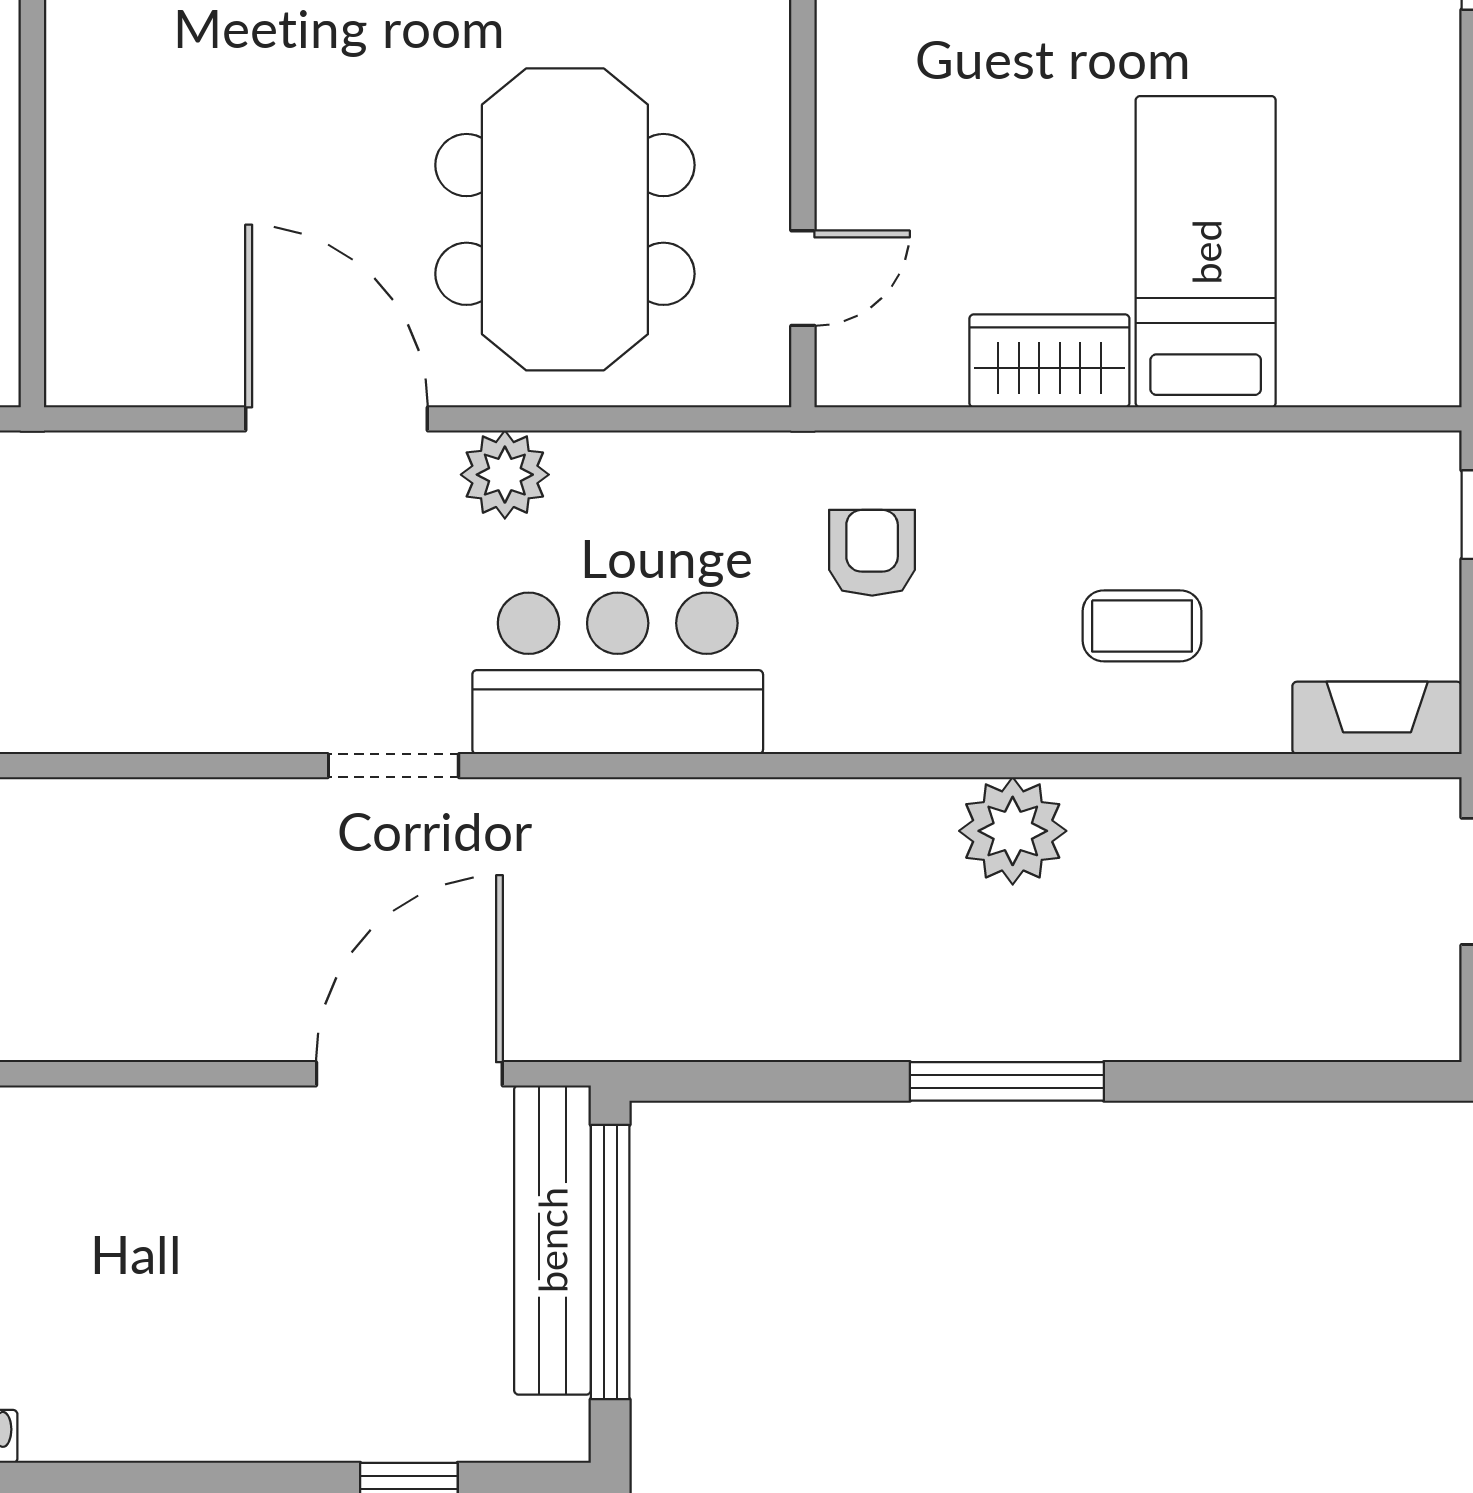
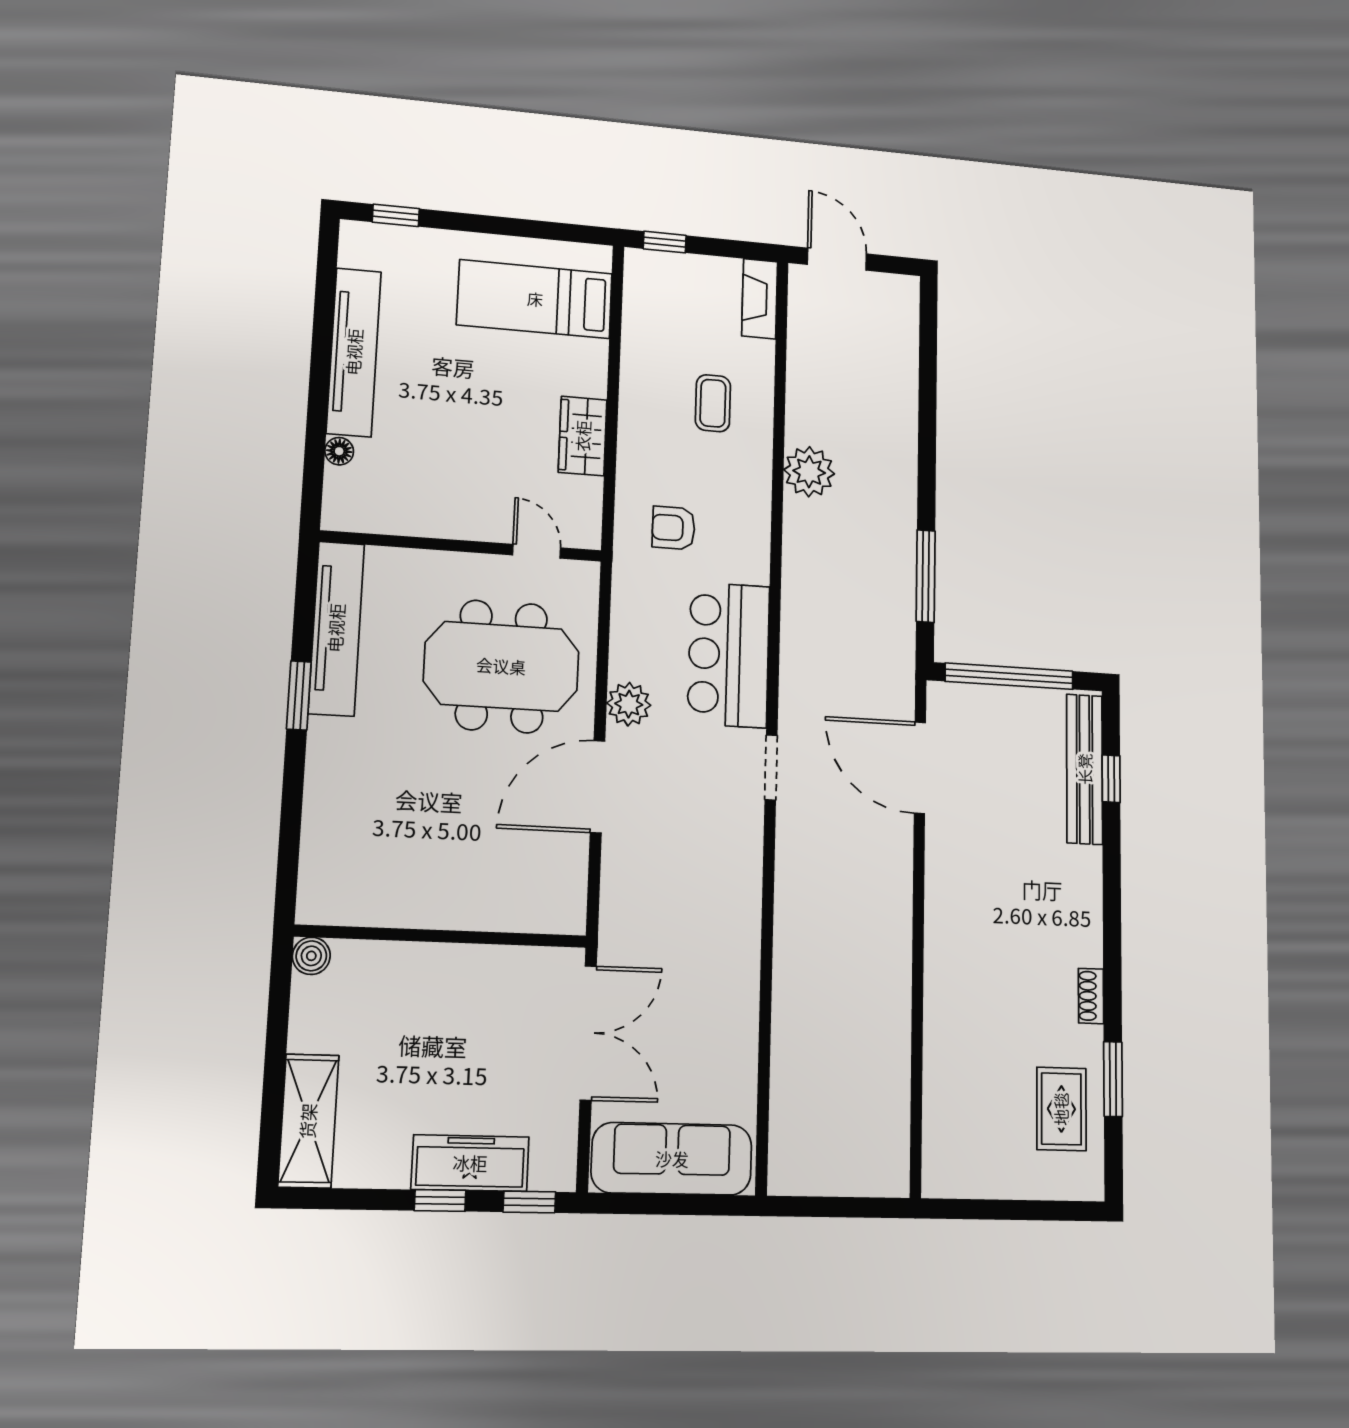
bed: (1206, 252) -> (535, 299), moved
window: (1007, 1081) -> (926, 576), moved
bench: (552, 1240) -> (1085, 769), moved, turned 90

